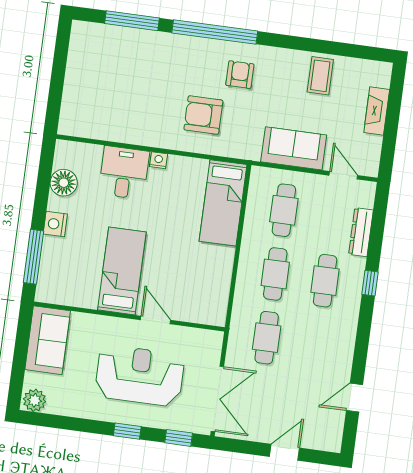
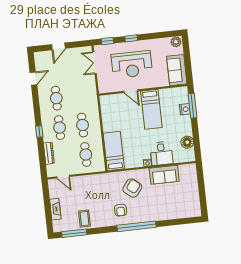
window: (132, 21) -> (74, 233), moved
armchair: (203, 115) -> (132, 188), turned -52
sofa: (294, 148) -> (164, 175), moved
nightstand: (55, 224) -> (185, 109), moved
cafe table: (267, 338) -> (56, 98), moved
double door: (217, 399) -> (94, 63), width x0.73

